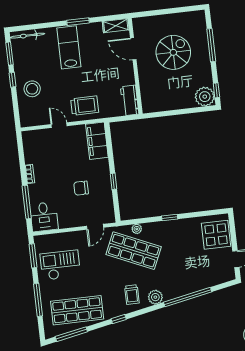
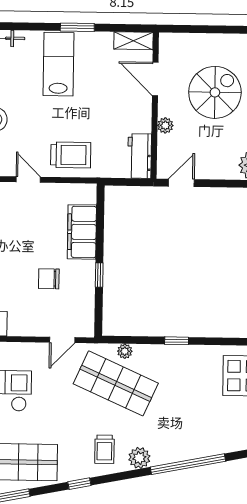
plant: (144, 78) -> (165, 125), added
door: (159, 114) -> (181, 183), added
filing cabinet: (97, 141) -> (82, 232), moved

